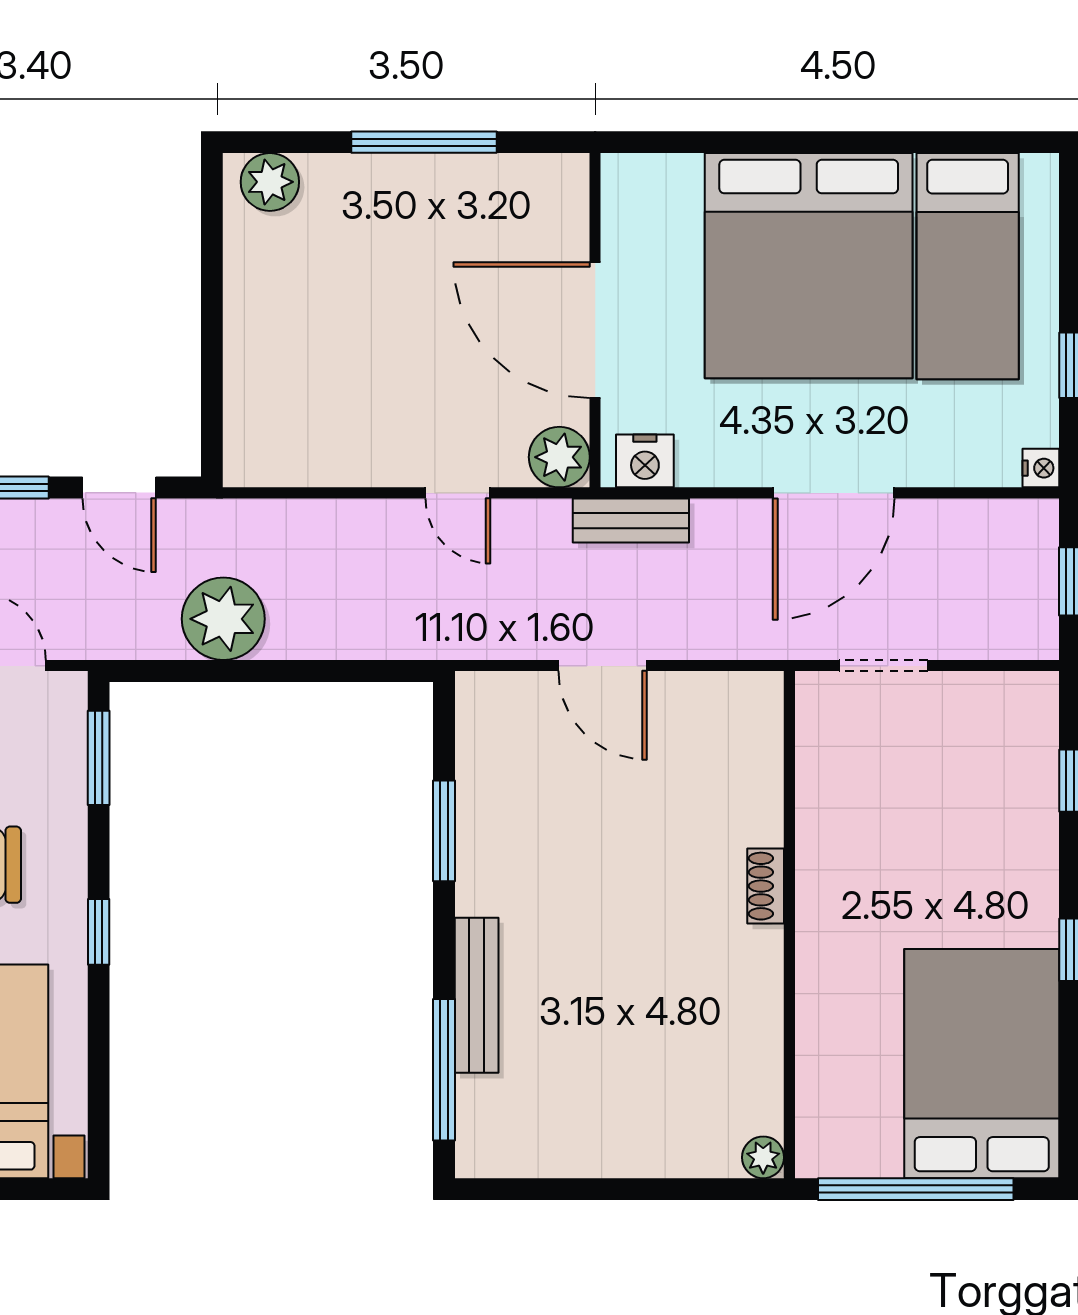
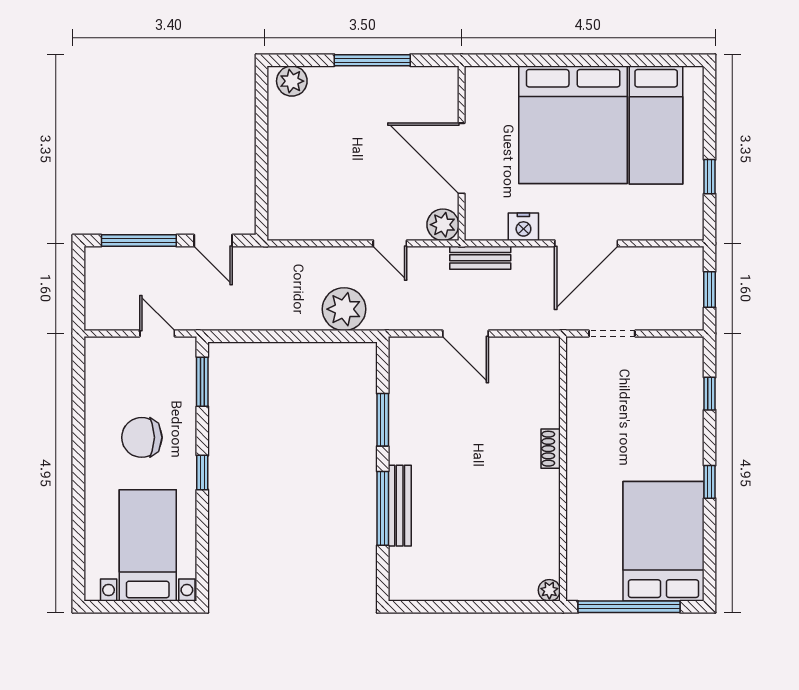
nightstand: (645, 461) -> (523, 227), moved
nightstand: (1041, 468) -> (694, 230), removed
plant: (223, 619) -> (344, 309), moved
window: (444, 1070) -> (383, 508), moved

